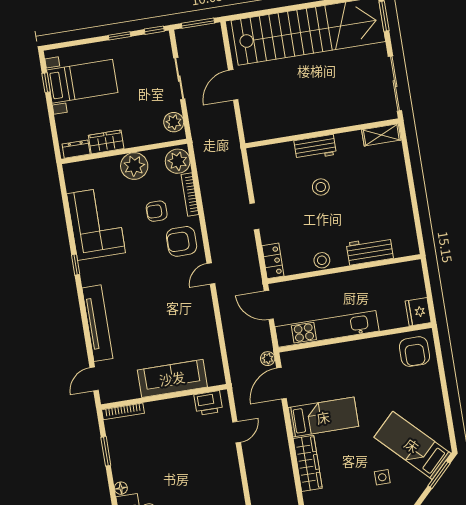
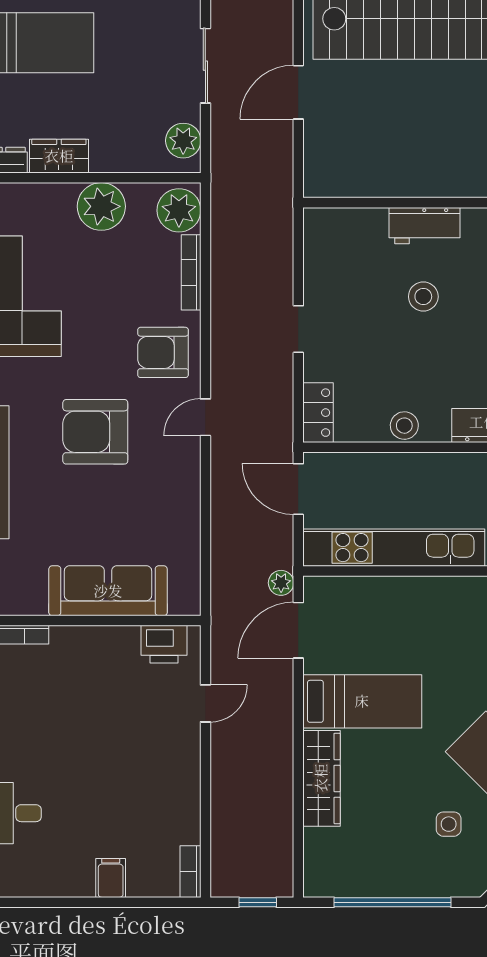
armchair: (157, 211) -> (95, 432), moved, width x1.88, depth x1.88

